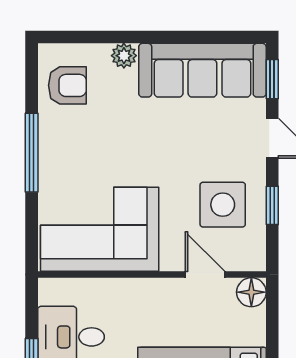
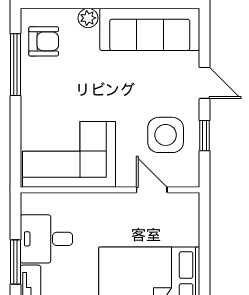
window: (272, 79) -> (204, 36), removed
window: (32, 153) -> (16, 65), moved
floor lamp: (251, 292) -> (188, 204), removed

